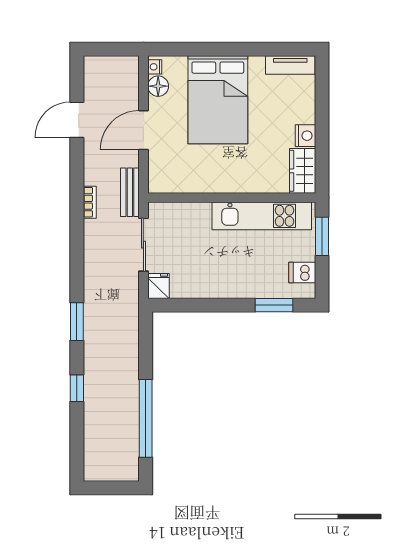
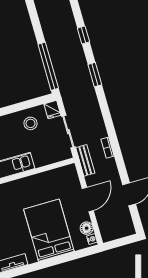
stool: (199, 274) -> (31, 123), added
window: (146, 418) -> (48, 66), moved

